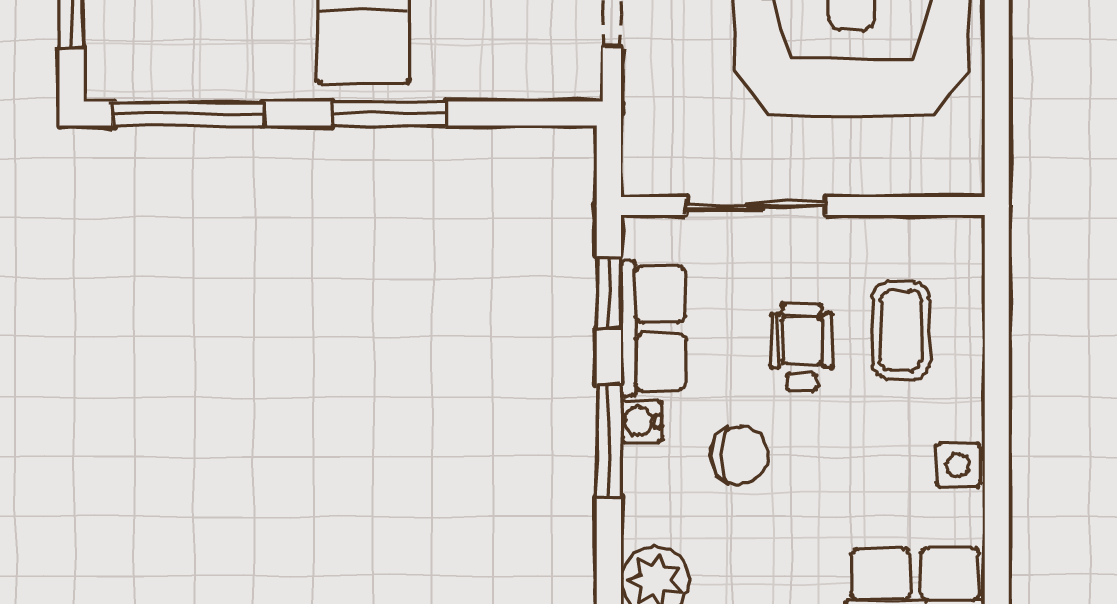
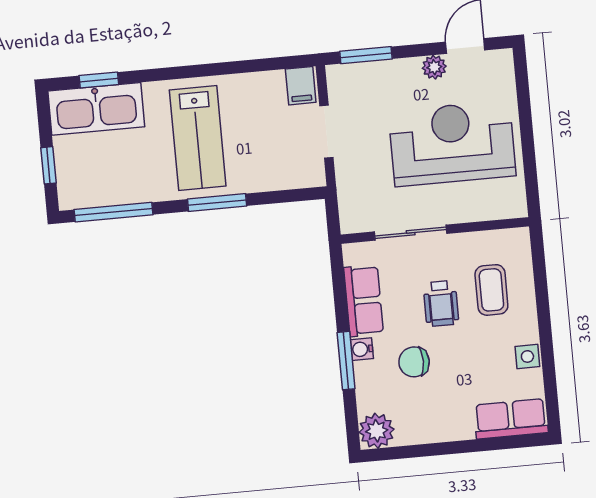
window: (609, 292) -> (339, 284), removed
wheelchair: (802, 347) -> (441, 303), turned 180
chair: (739, 455) -> (414, 362), turned 180

